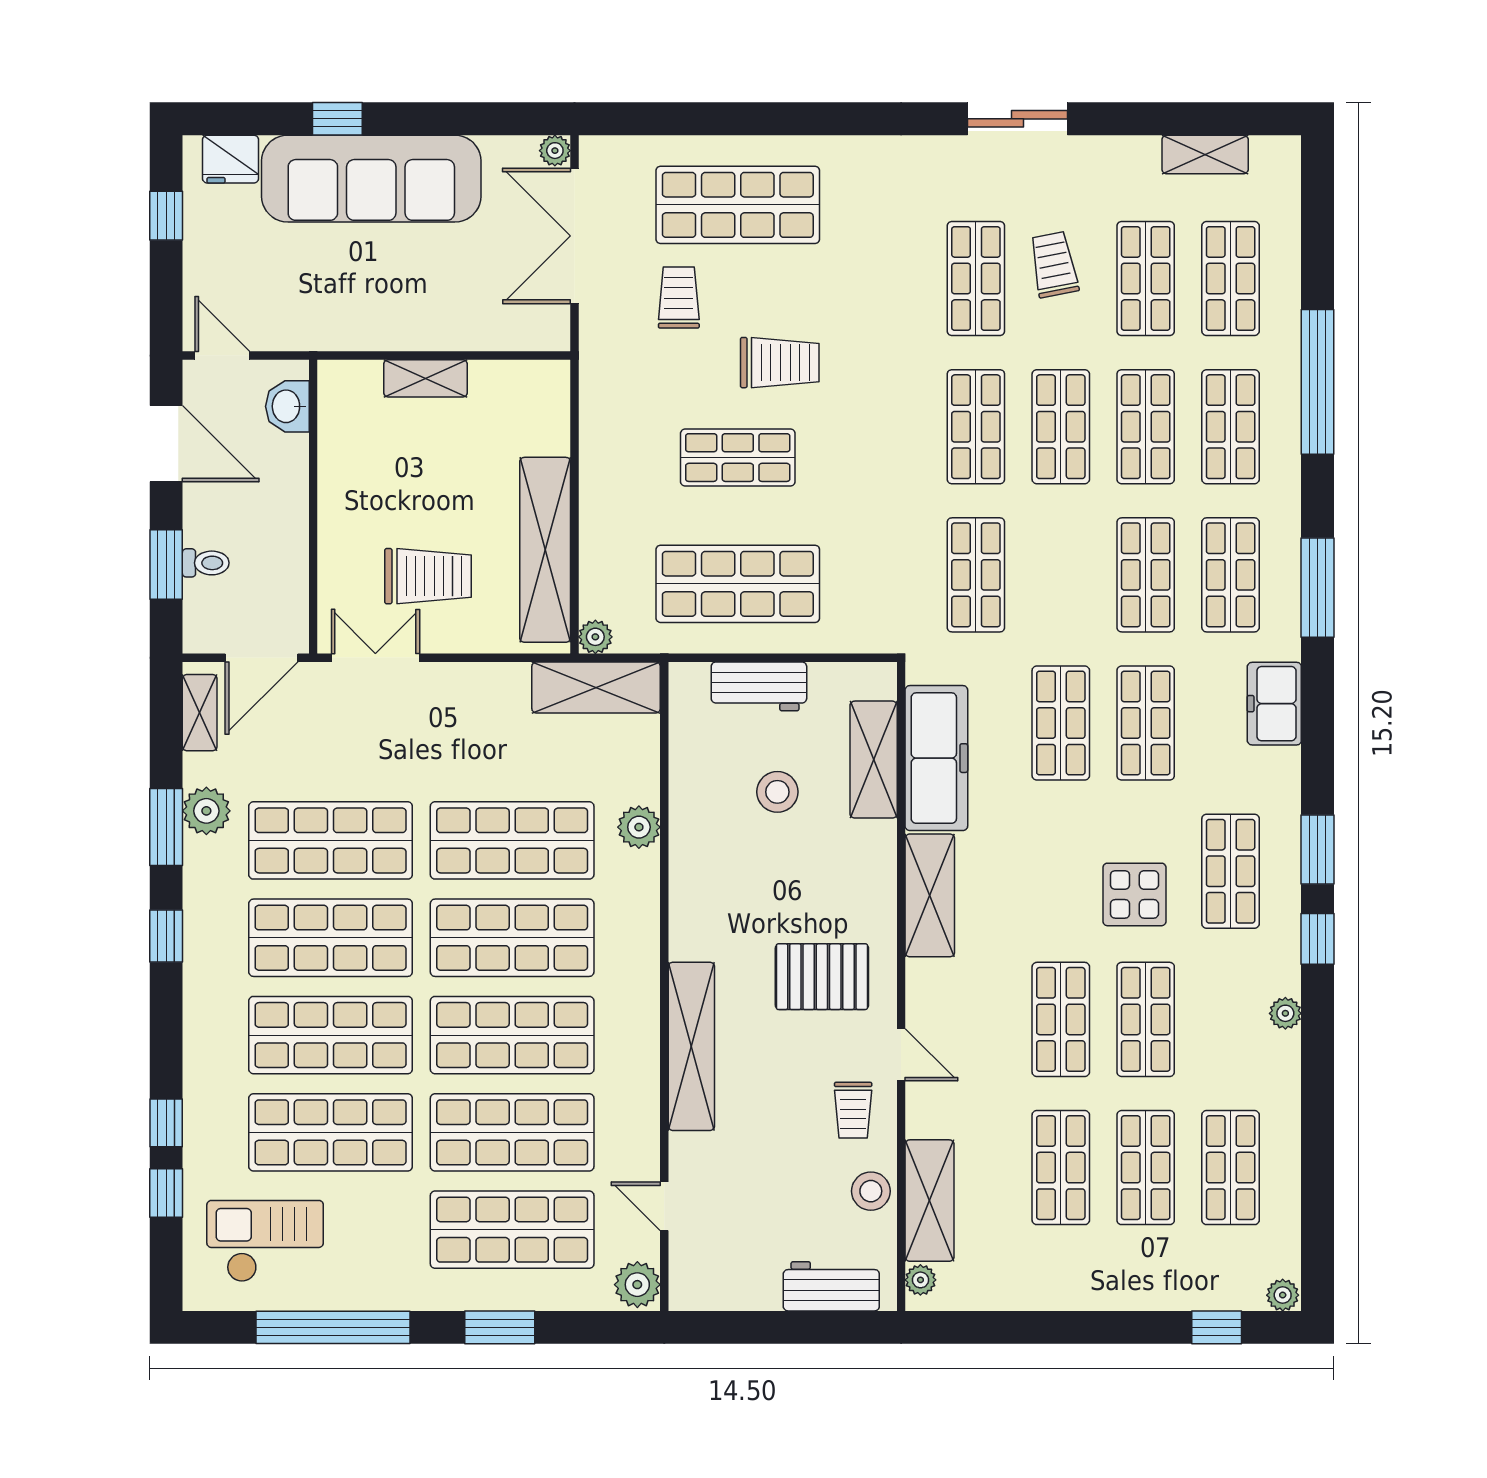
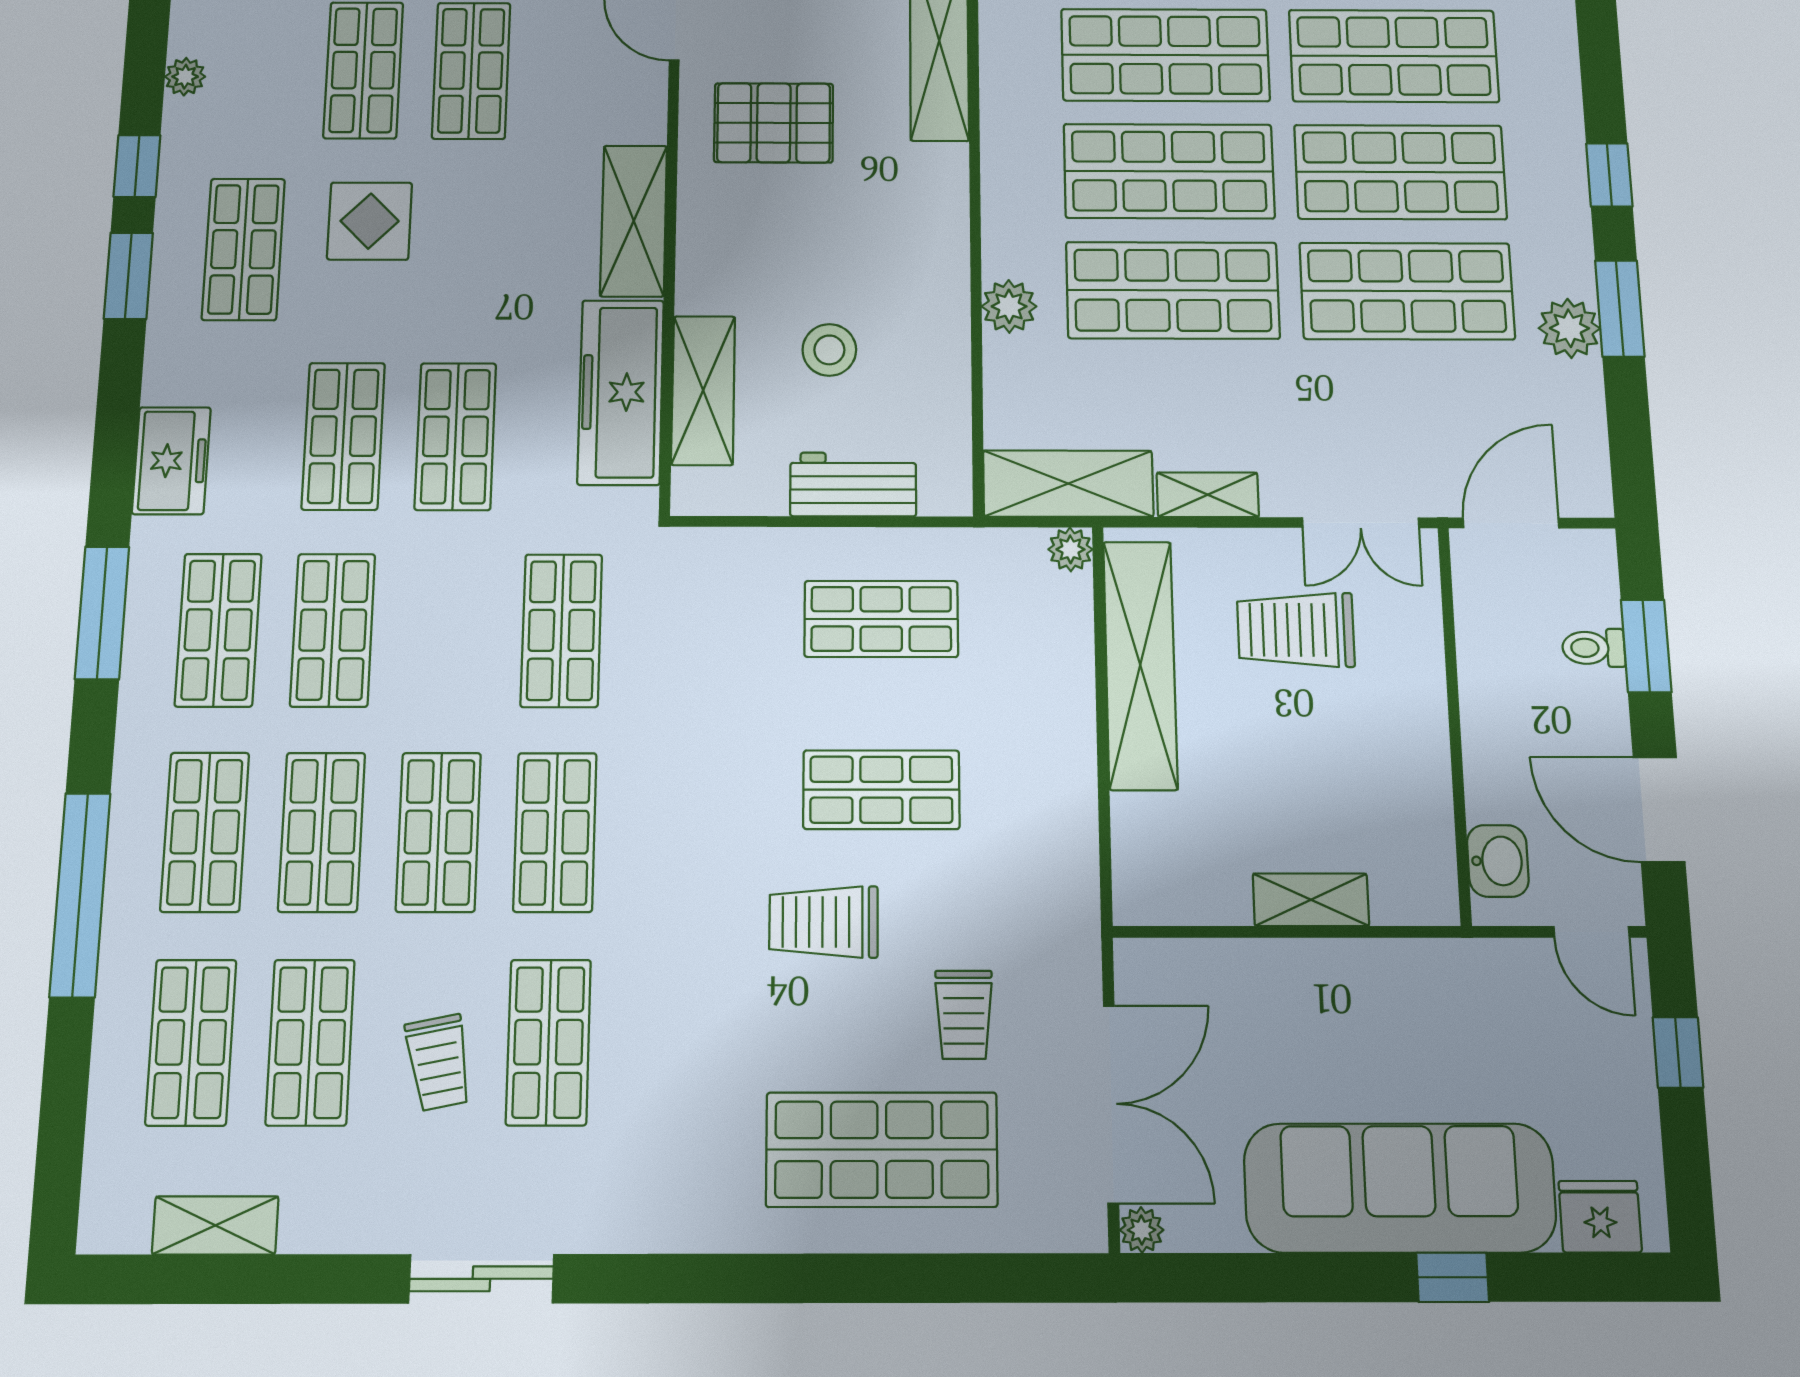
window: (166, 216) -> (1678, 1052), moved
shop shelf: (738, 584) -> (881, 619), width x0.70, depth x0.74
shelving: (200, 713) -> (1208, 495), moved, turned 90

